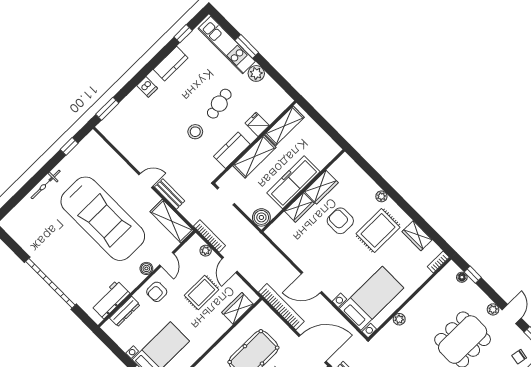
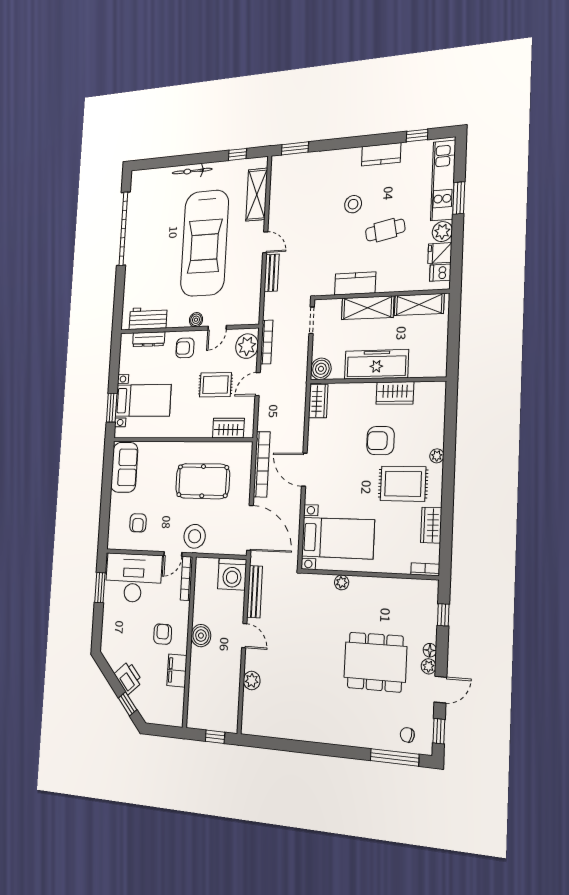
dishwasher: (147, 87) -> (440, 273), moved, turned 90
fridge: (257, 124) -> (440, 253), moved, turned -90
stool: (195, 132) -> (353, 204), moved
wardrobe: (299, 207) -> (318, 401), moved, turned -90
shelving: (172, 221) -> (257, 195), moved
armchair: (340, 221) -> (381, 441), turned -90
plant: (206, 251) -> (247, 346), width x1.87, depth x1.87
floor lamp: (462, 277) -> (430, 650), moved
garage door: (50, 283) -> (123, 229), moved

